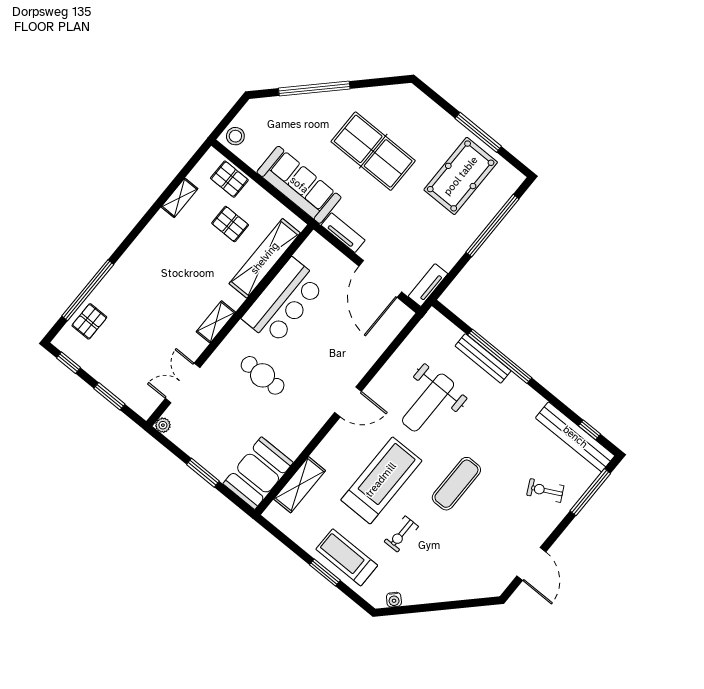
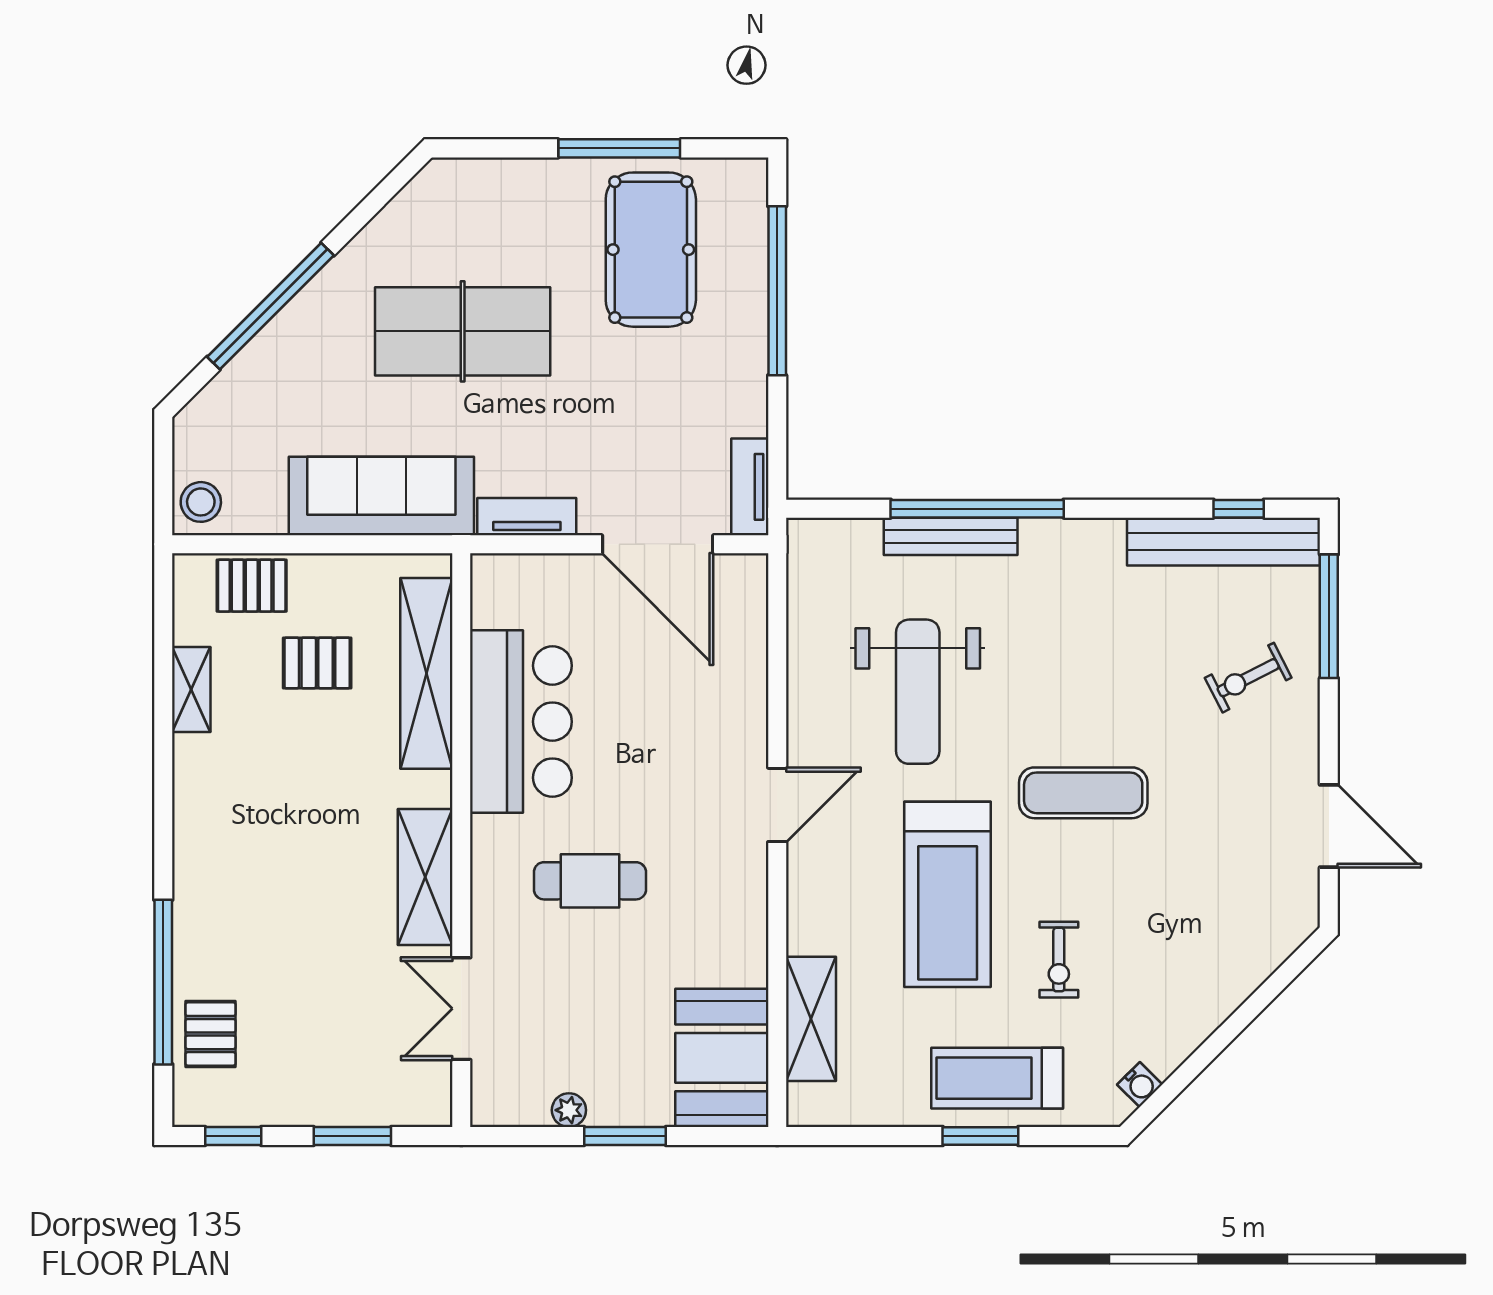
shelving: (216, 322) -> (425, 877), width x1.50, depth x1.33
plant: (163, 425) -> (569, 1110), moved
treadmill: (381, 480) -> (948, 894), turned 180
exercise mat: (456, 484) -> (1083, 793), turned 90

